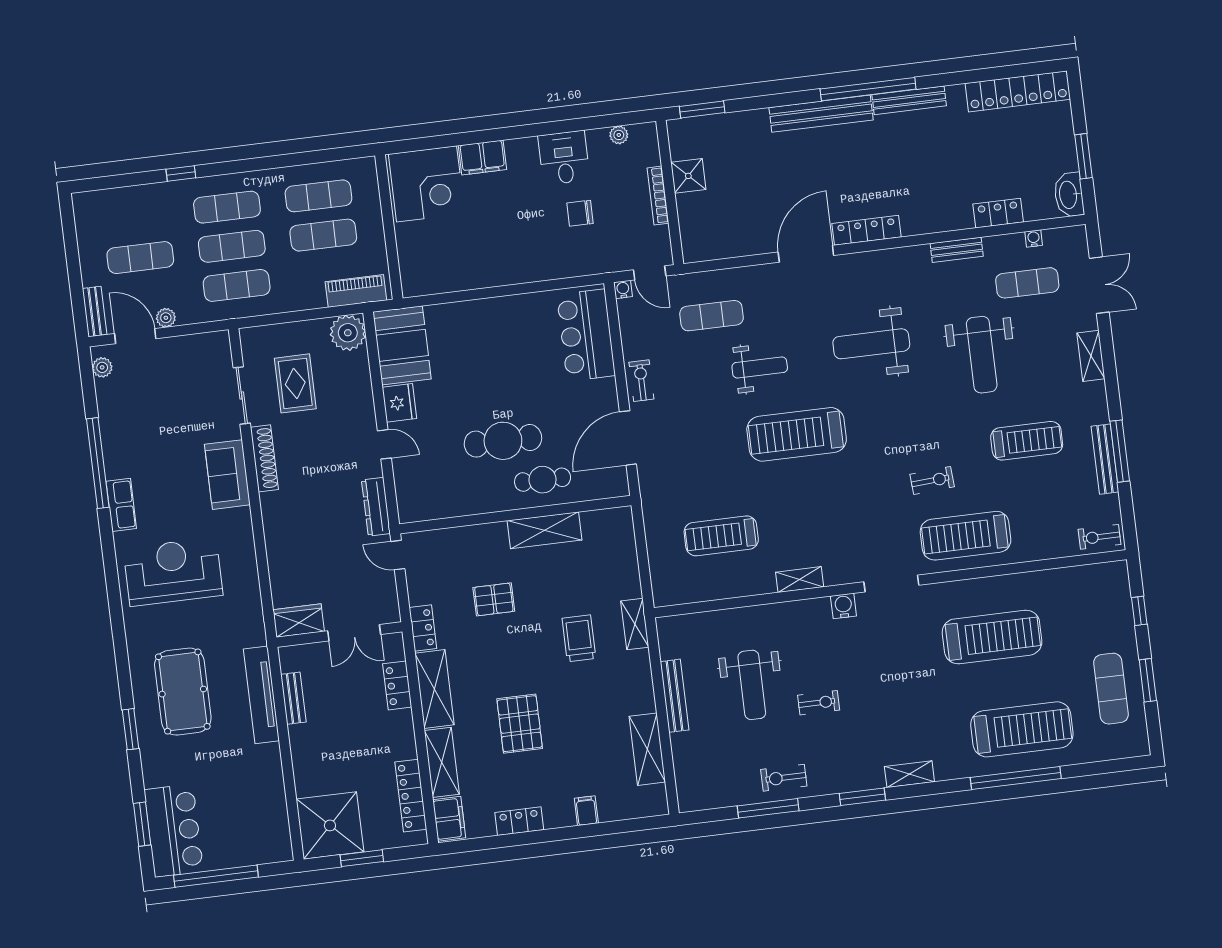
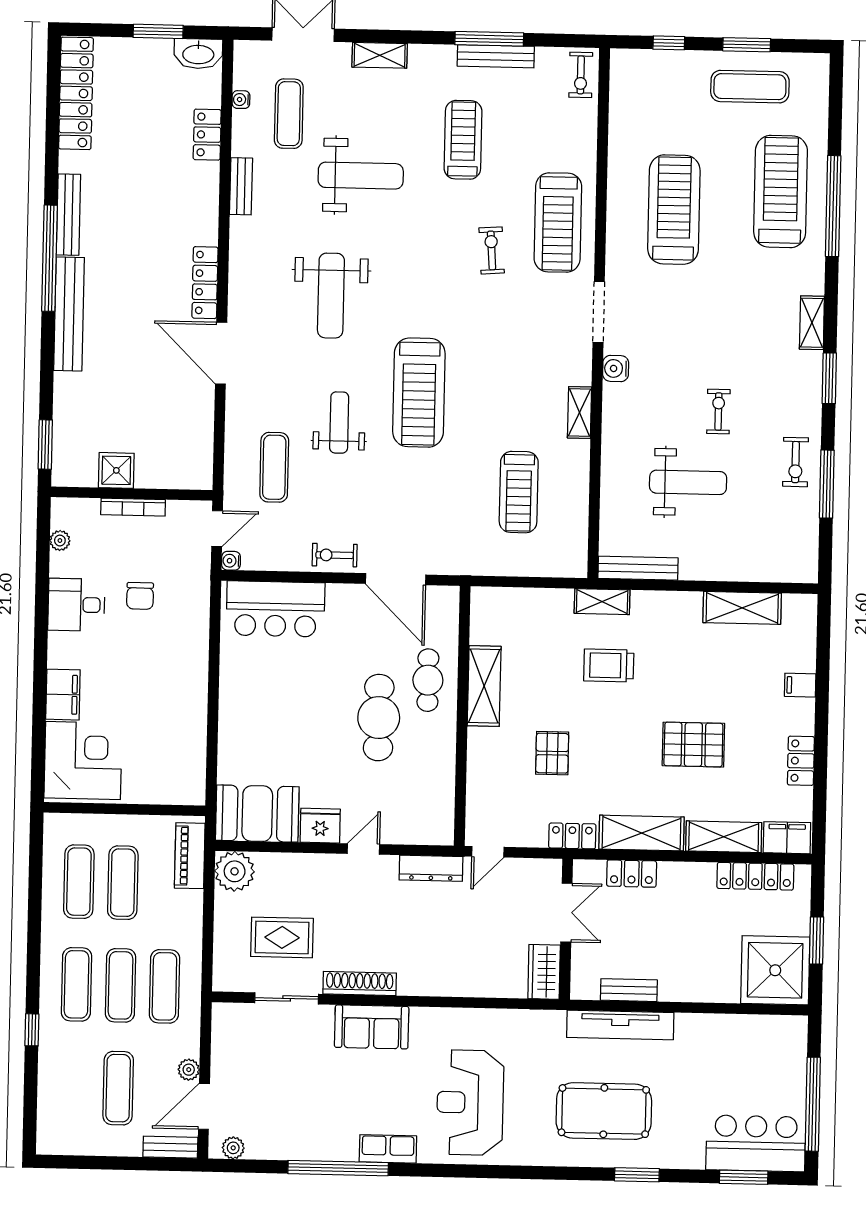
bench: (675, 696) -> (638, 568), moved

